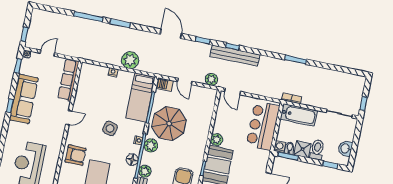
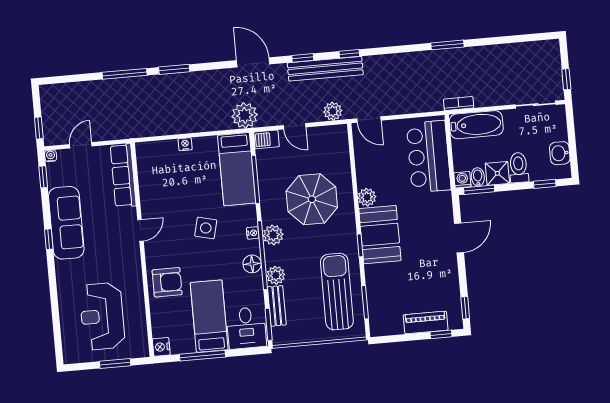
bench: (235, 56) -> (325, 69), moved
plant: (130, 60) -> (245, 115), moved
parasol: (169, 124) -> (312, 199), moved

